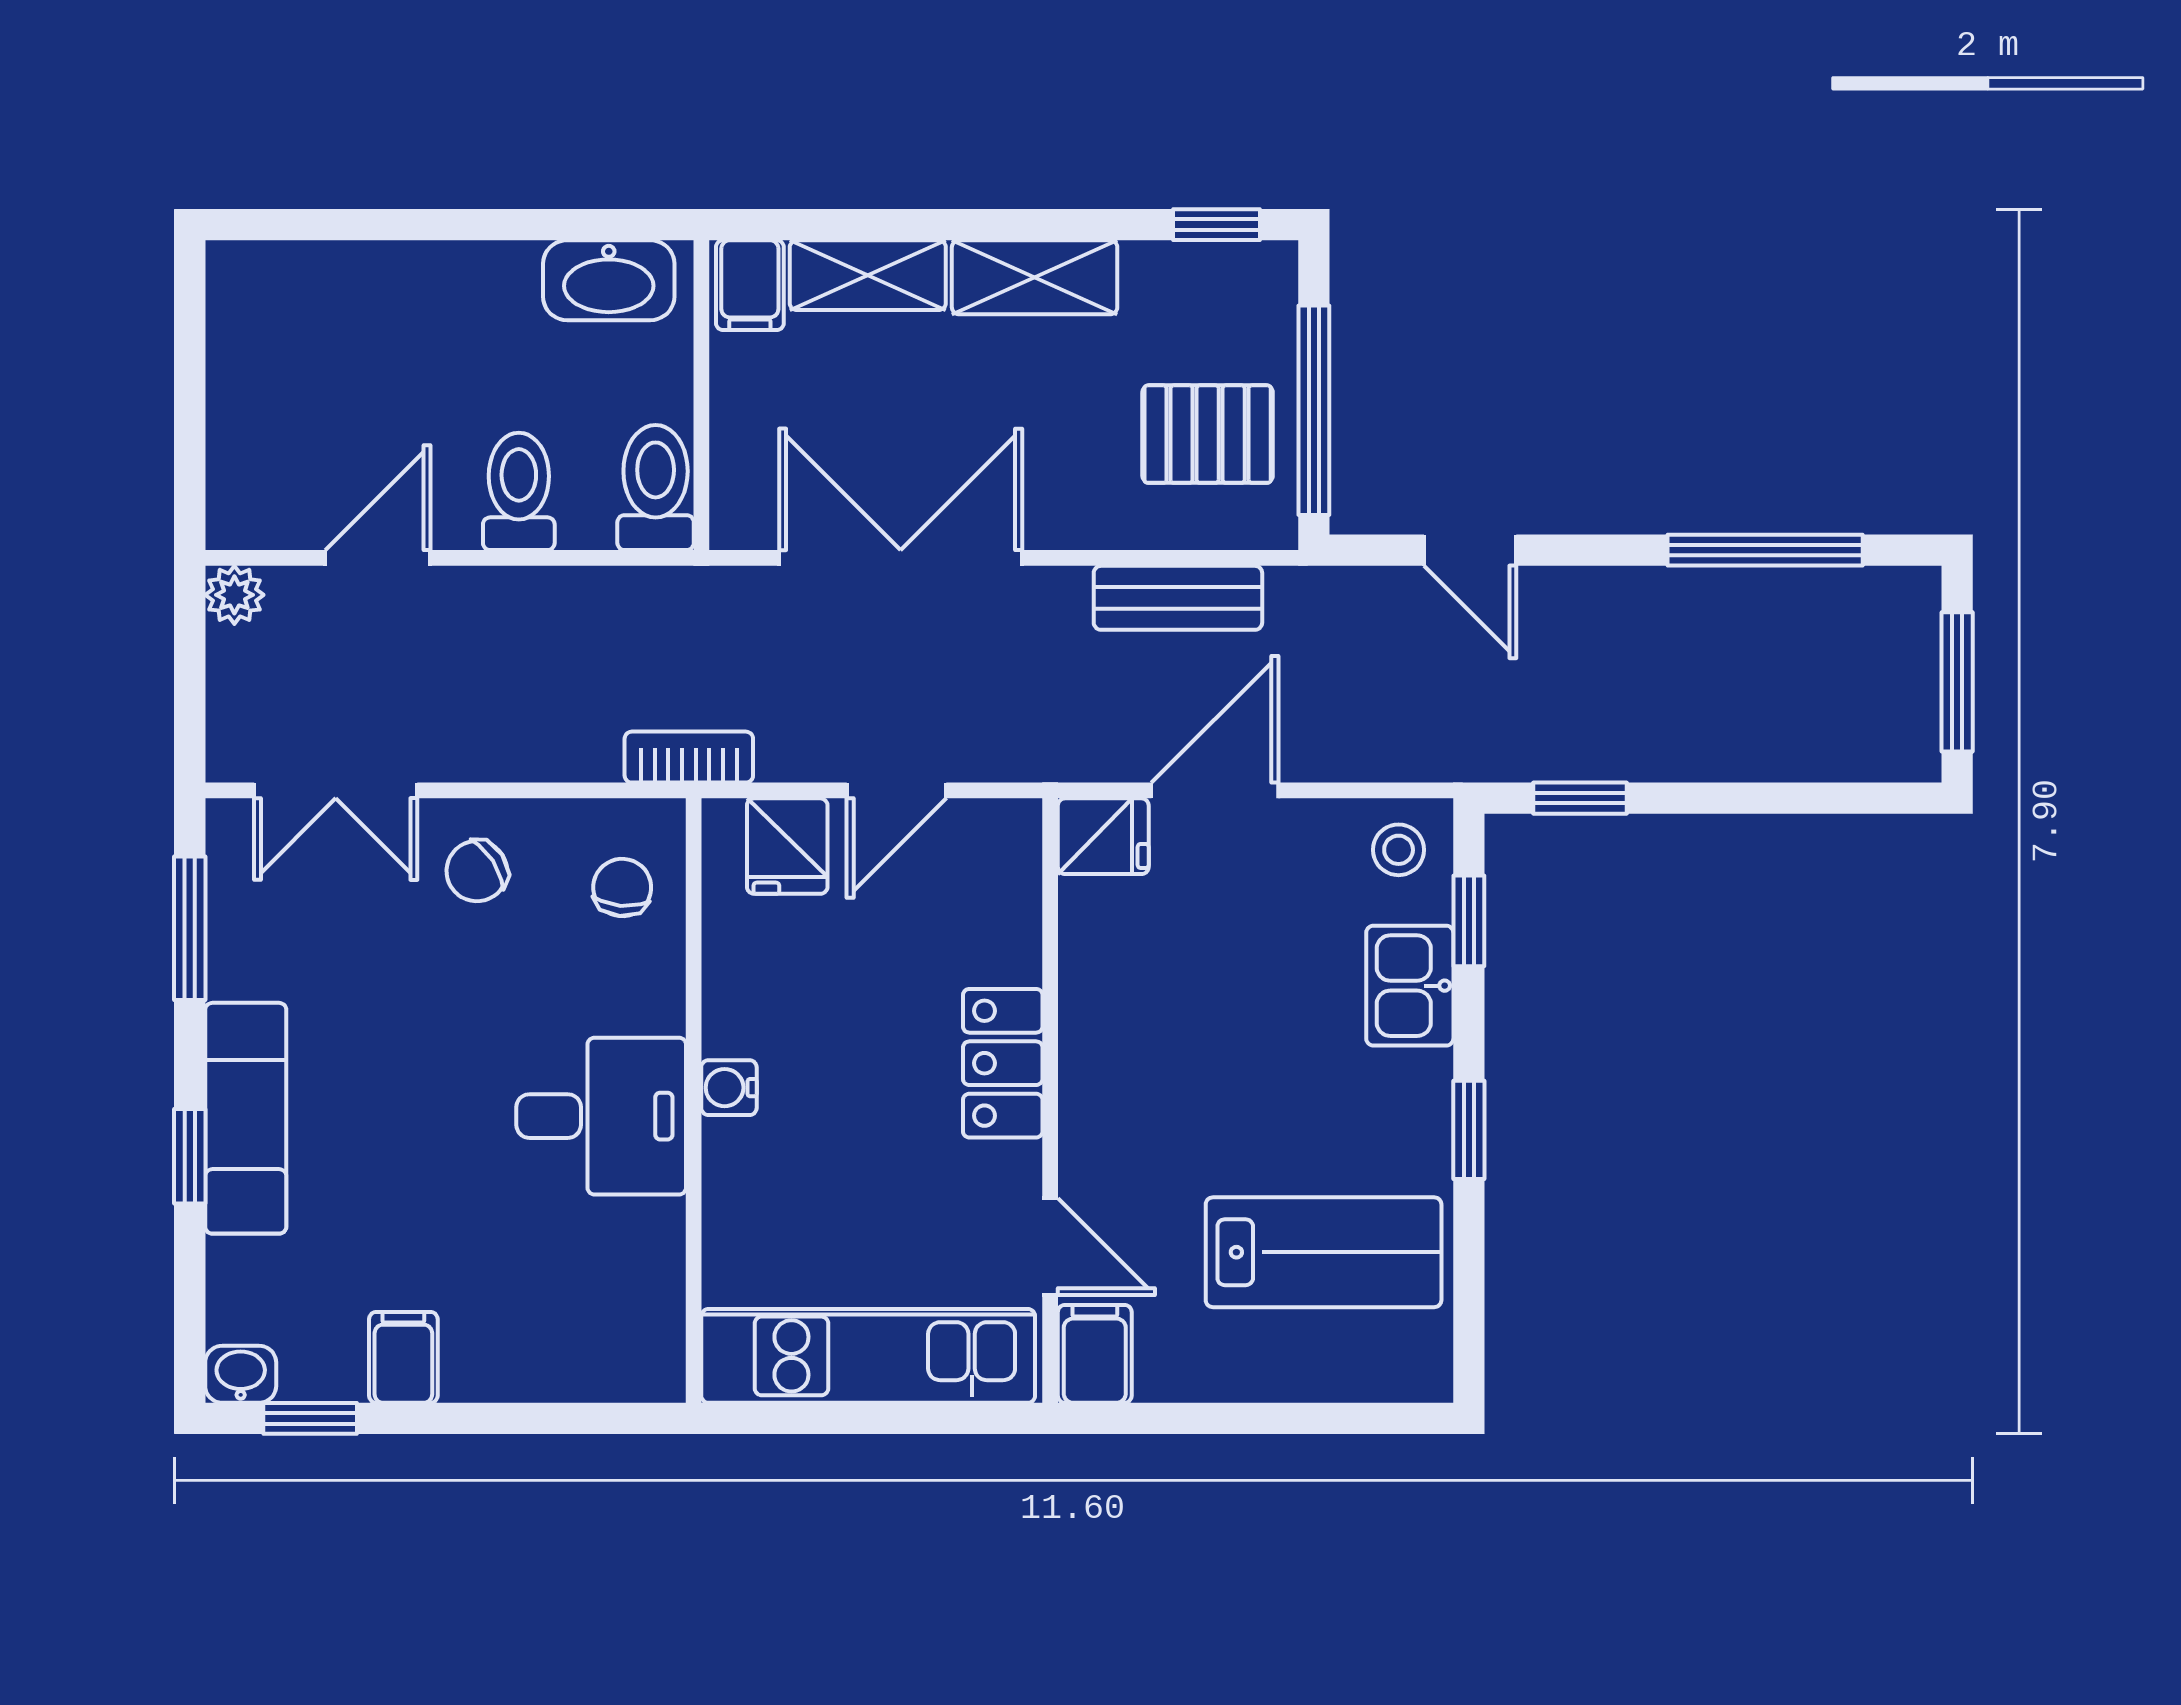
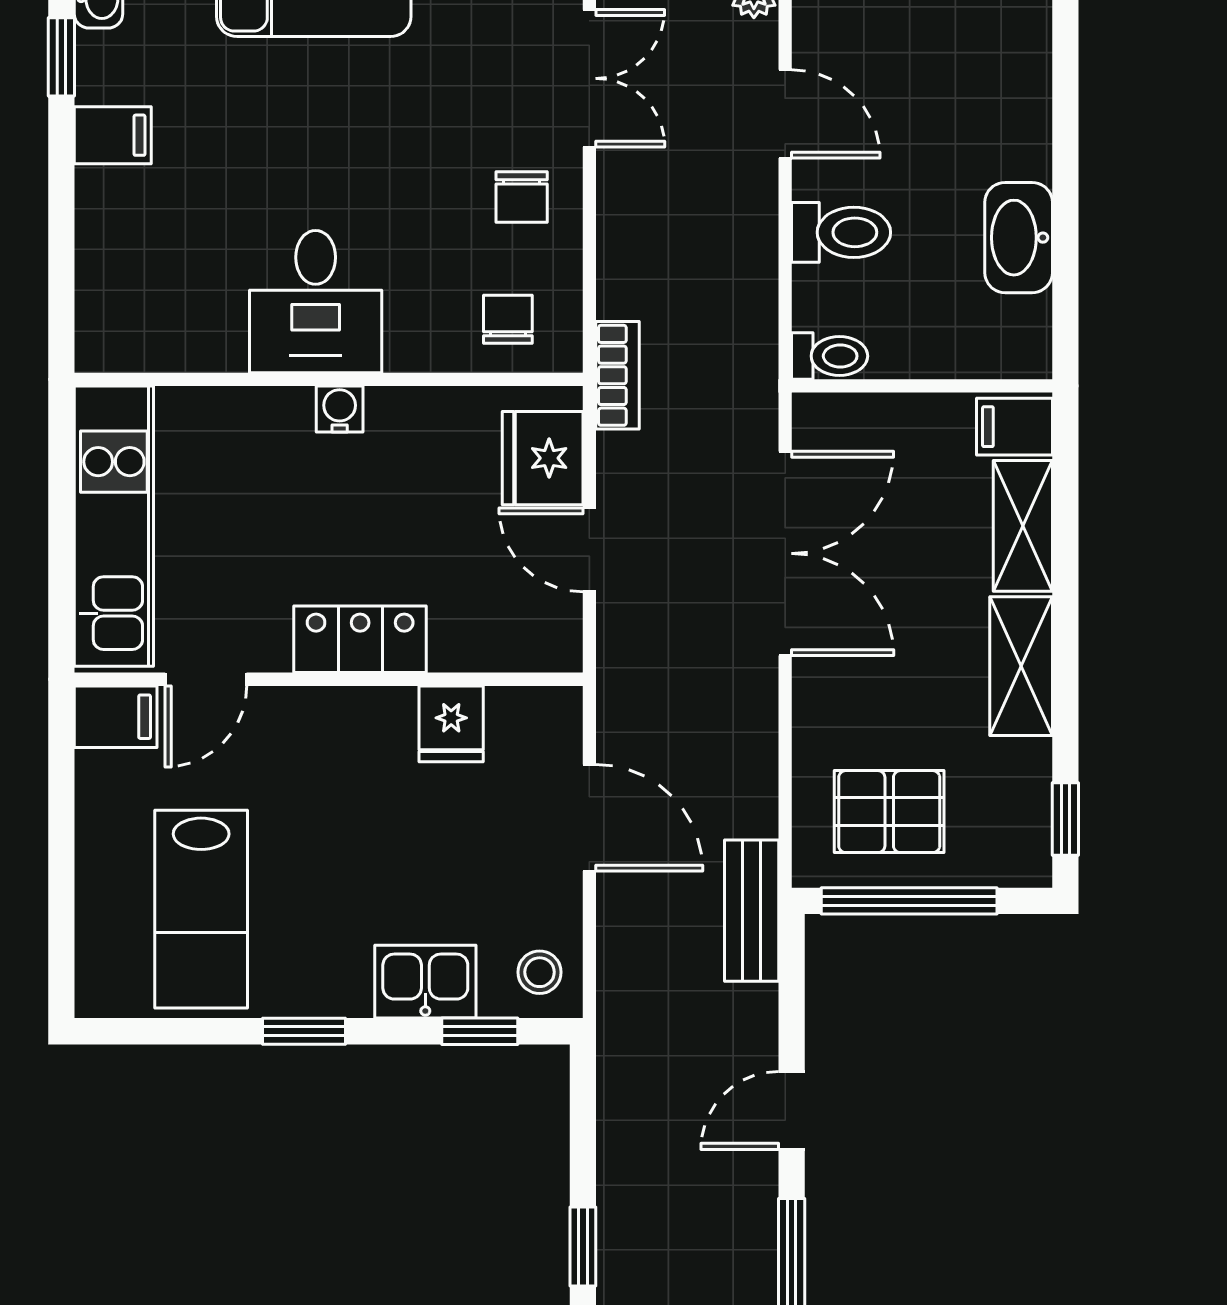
washbasin: (609, 280) -> (1019, 238), moved
pallet: (1208, 434) -> (889, 812), turned 90
toilet: (656, 488) -> (830, 356), width x0.73, depth x0.72
door: (1470, 550) -> (792, 1110), moved
bench: (1178, 598) -> (752, 911), moved
double door: (336, 790) -> (589, 78), swing flipped
window: (1580, 798) -> (583, 1246), moved
fridge: (1103, 836) -> (451, 724), moved
fridge: (787, 846) -> (543, 458), width x1.38
chair: (477, 871) -> (522, 197), turned -147
chair: (622, 887) -> (508, 319), turned -95

